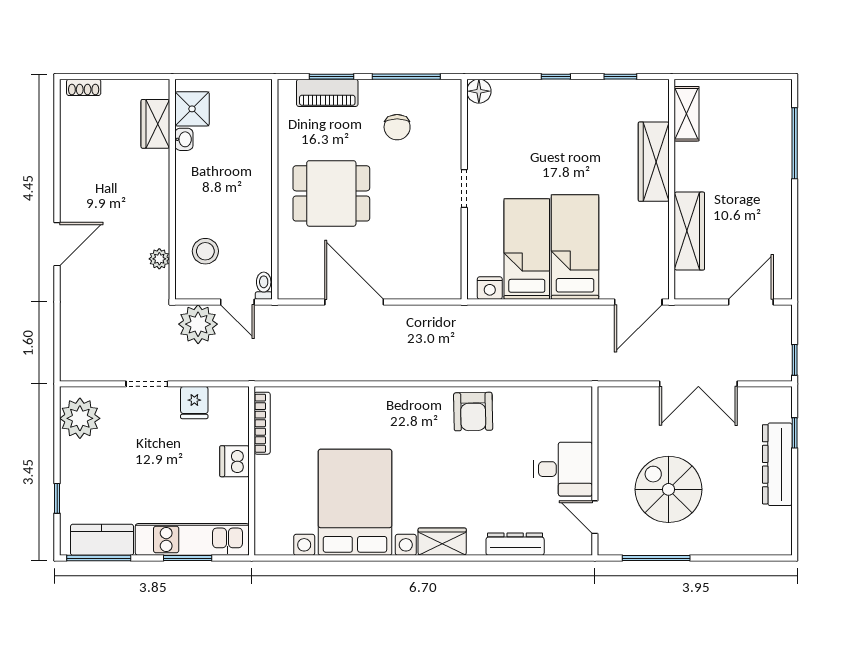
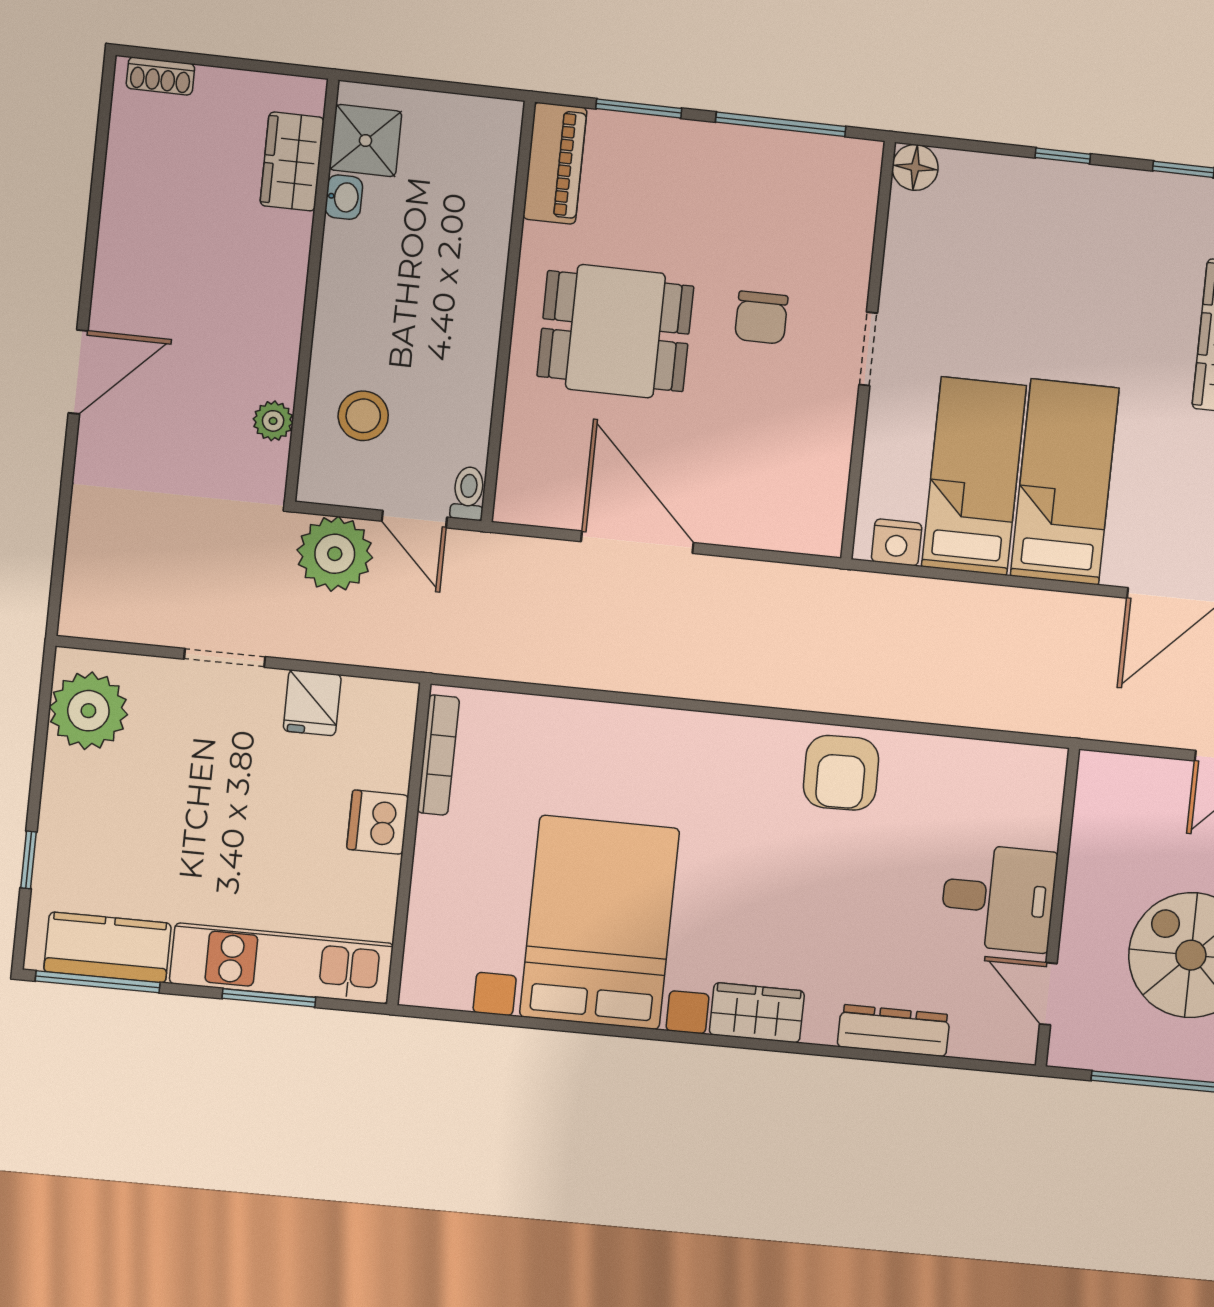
piano: (327, 93) -> (555, 163), moved, turned -90
chair: (397, 127) -> (761, 318), moved

